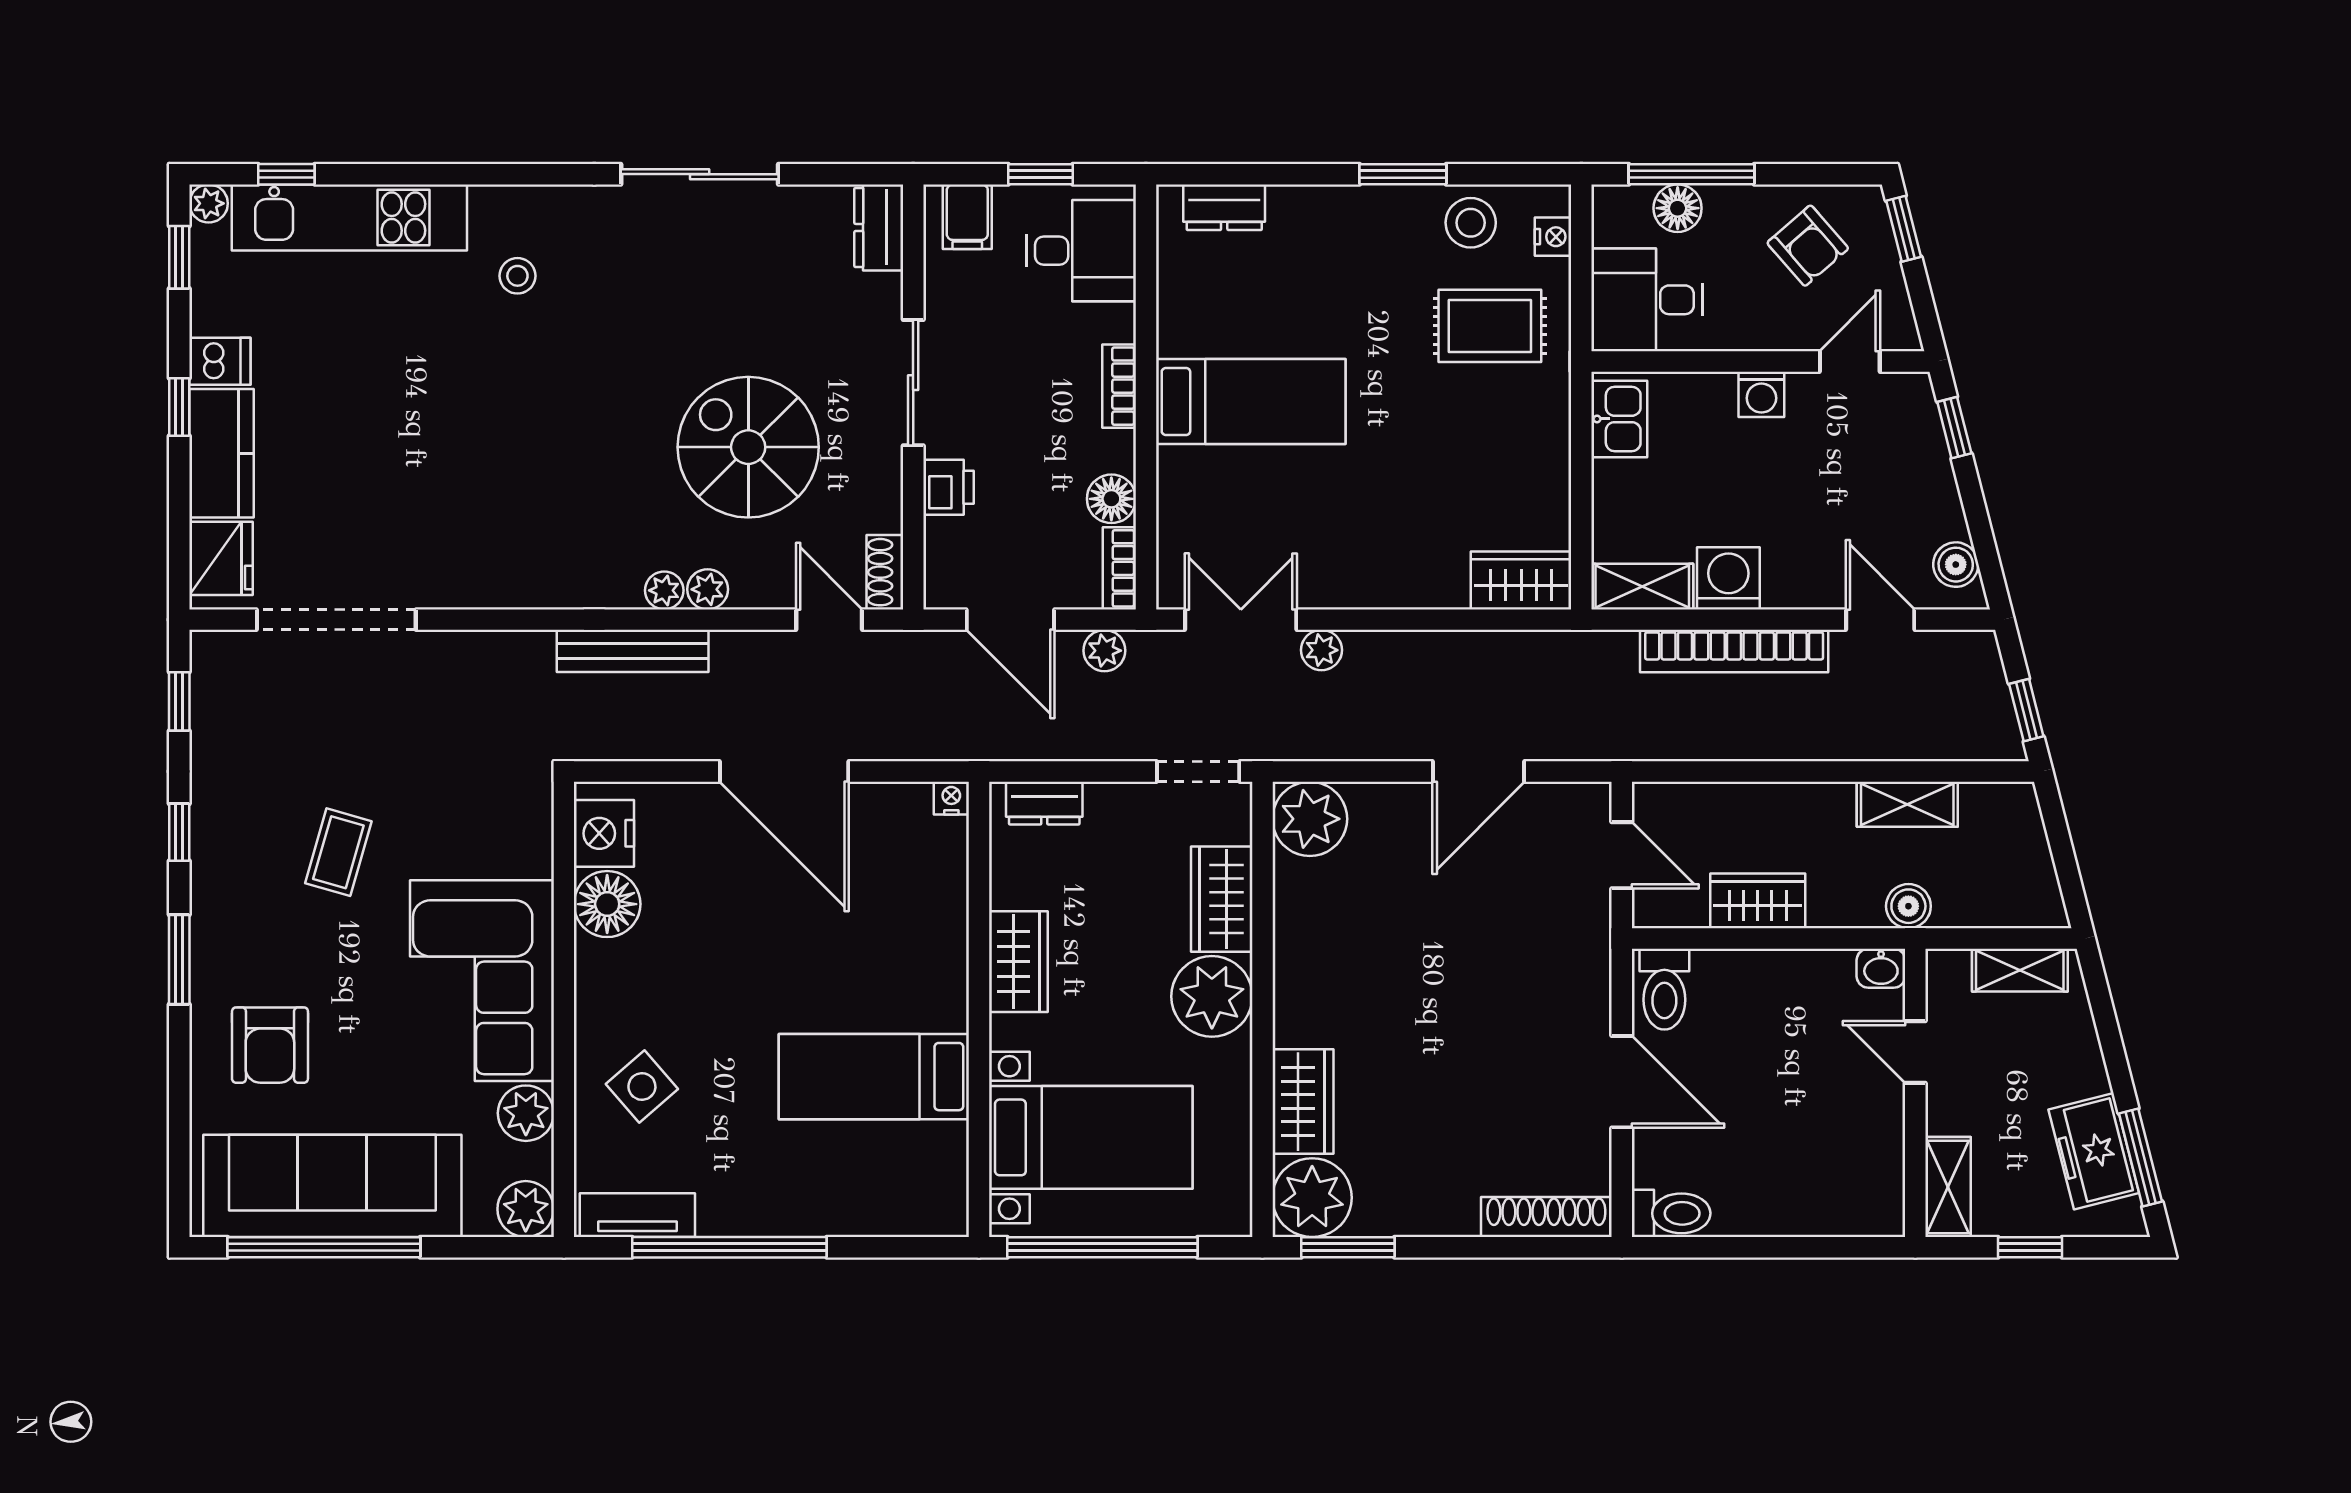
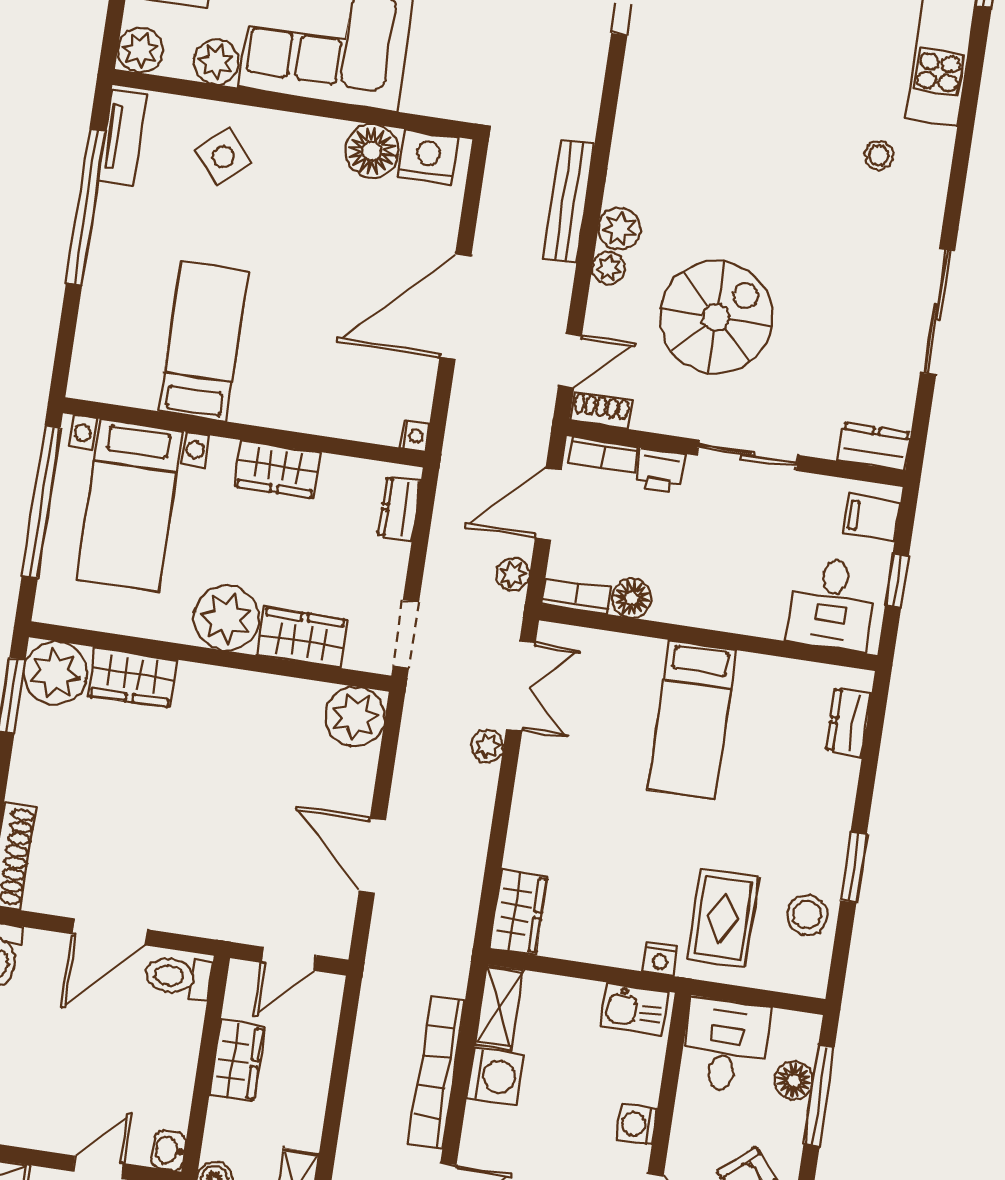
nightstand: (1553, 237) -> (660, 959), moved
bookcase: (1119, 386) -> (603, 455), moved, turned 180
plant: (664, 590) -> (619, 229), width x1.38, depth x1.38

